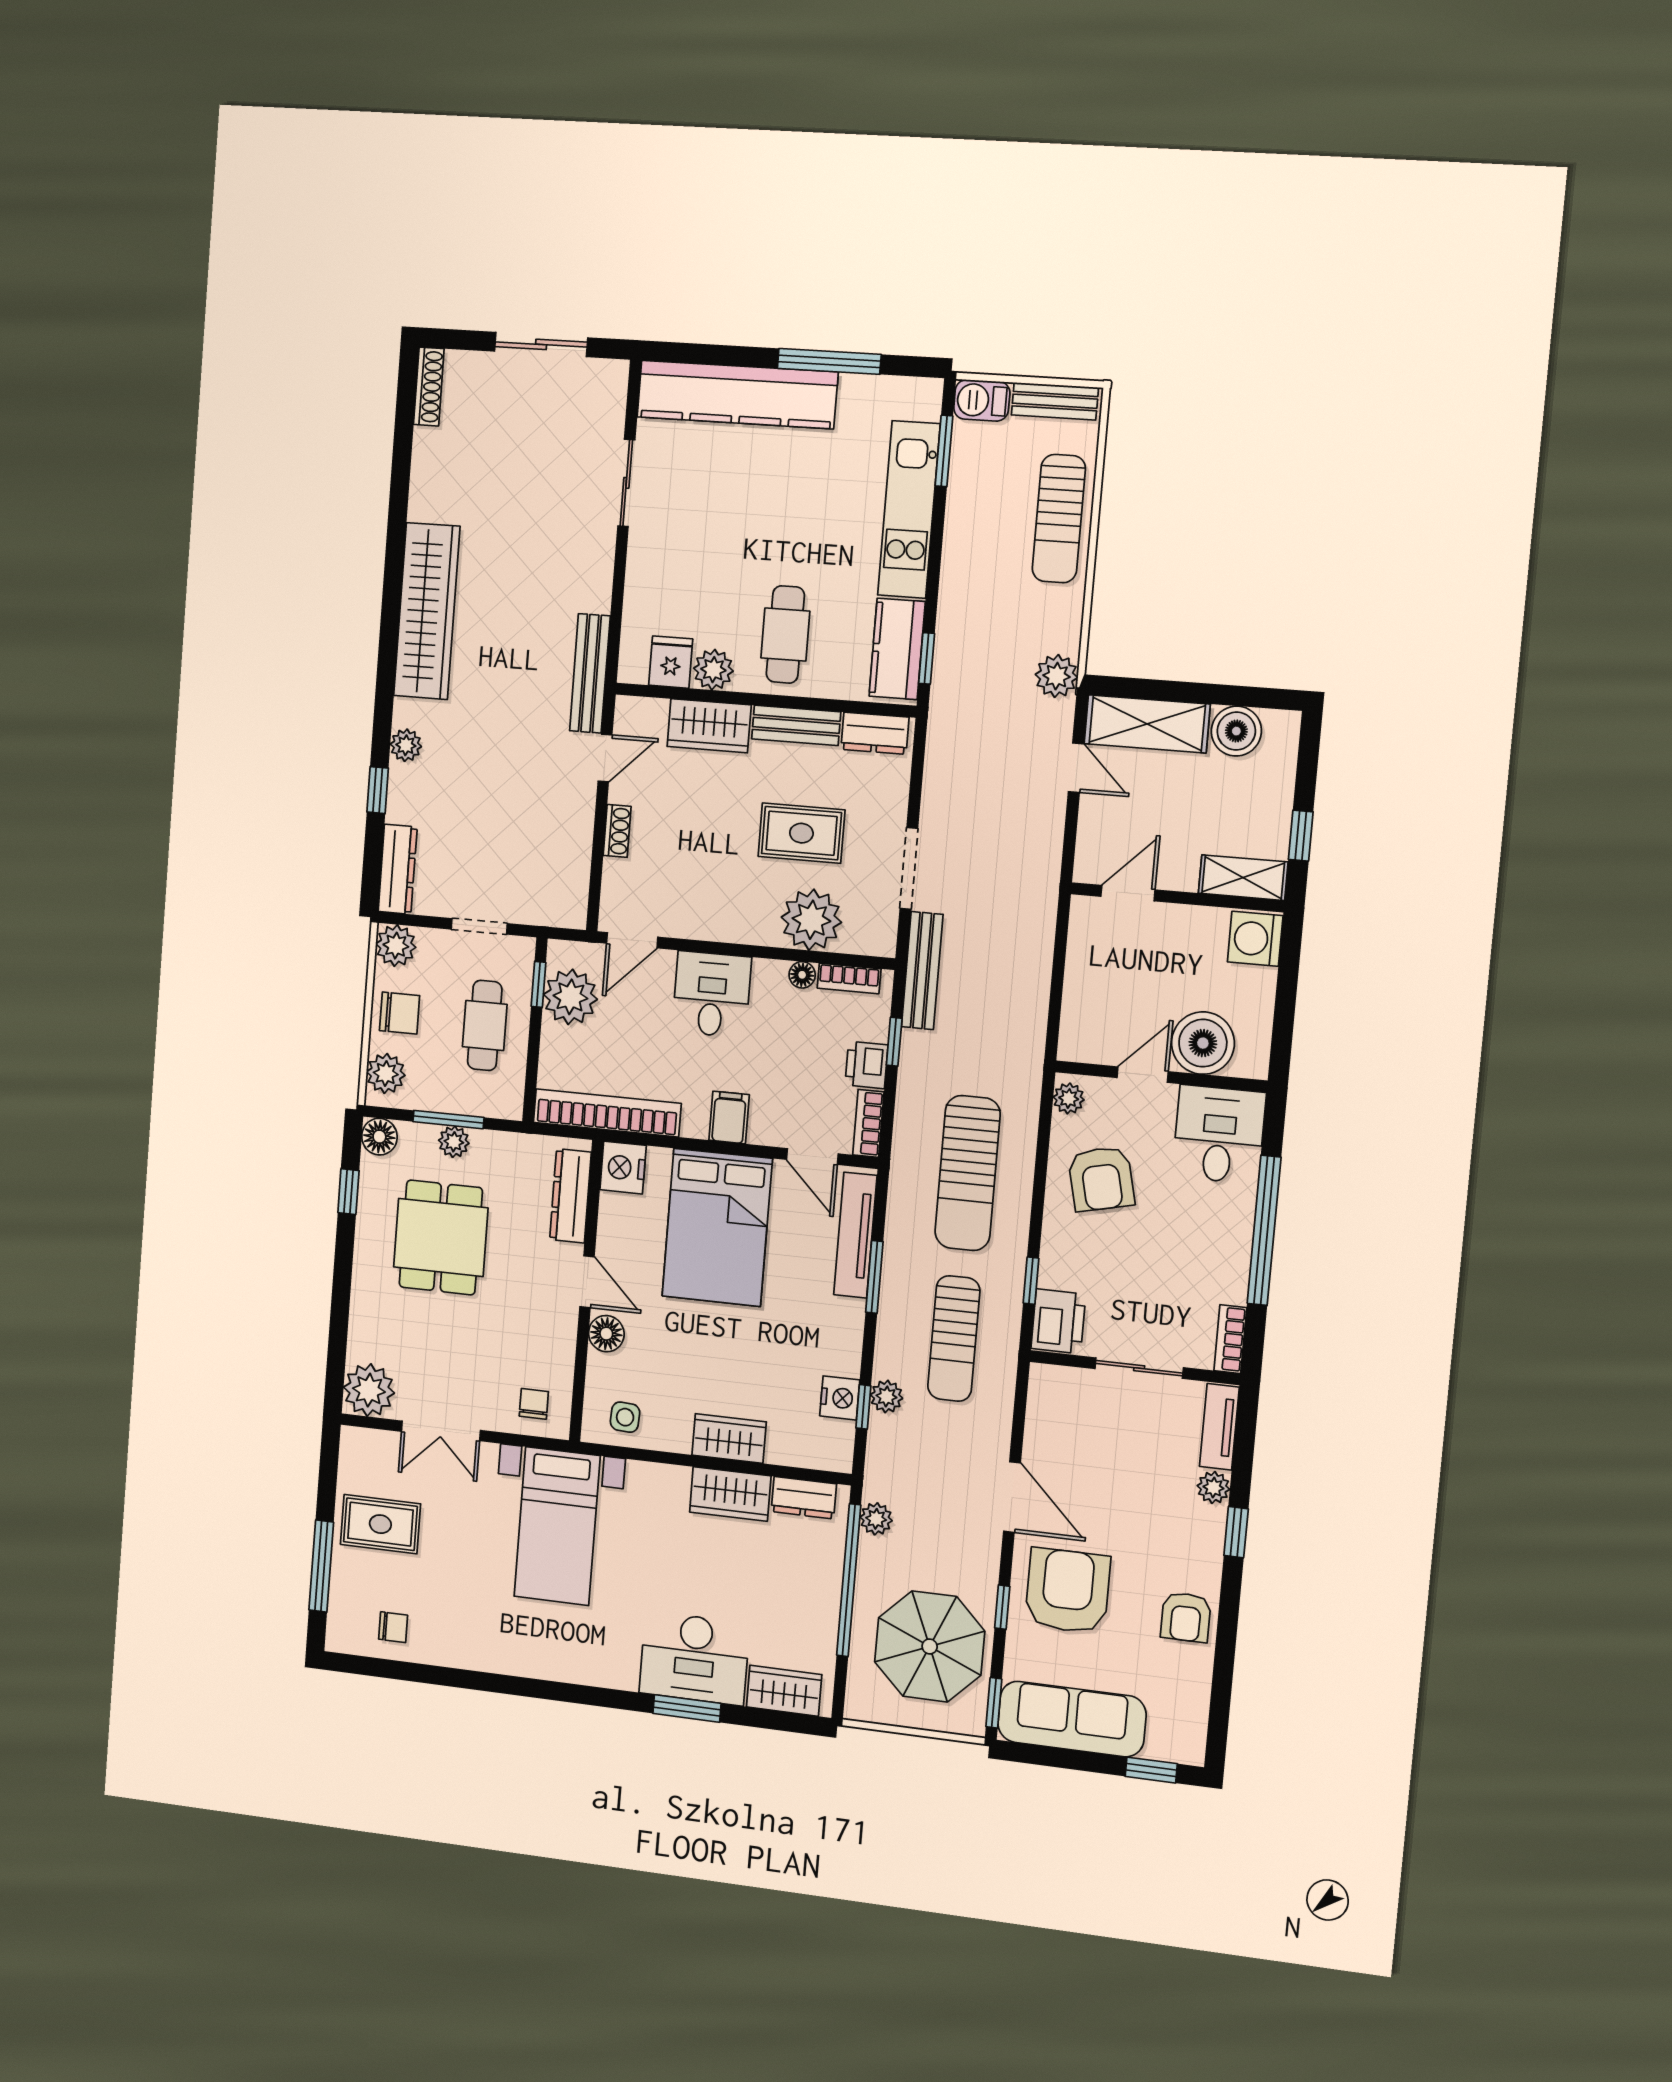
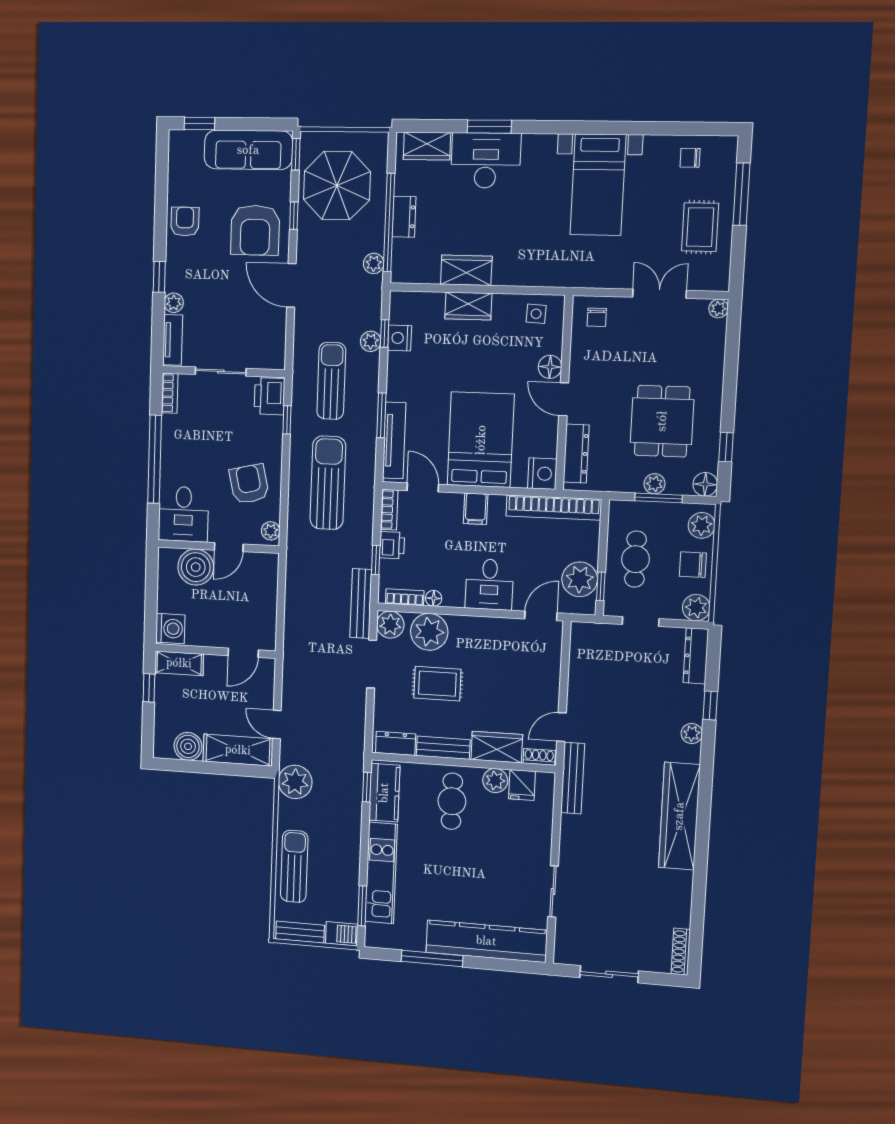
plant: (1057, 676) -> (295, 782), width x1.36, depth x1.36
shoe rack: (617, 831) -> (539, 757), moved, turned 90
plant: (875, 934) -> (390, 625), added
plant: (369, 1390) -> (719, 309), width x0.53, depth x0.53
dresser: (804, 1498) -> (404, 217), moved, turned 90
rug: (380, 1524) -> (700, 227), turned 90
bed with nightstands: (557, 1526) -> (598, 185), moved, turned 180

